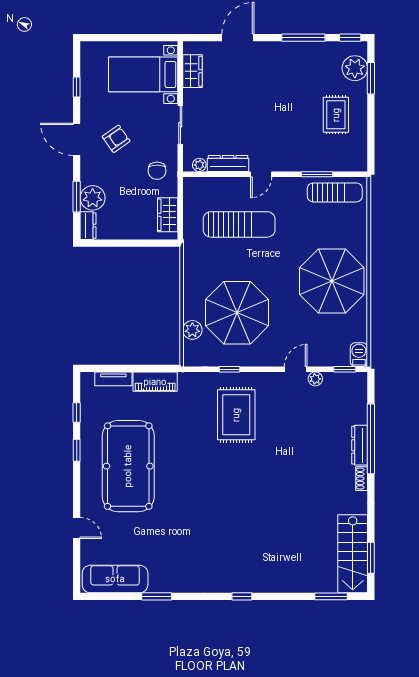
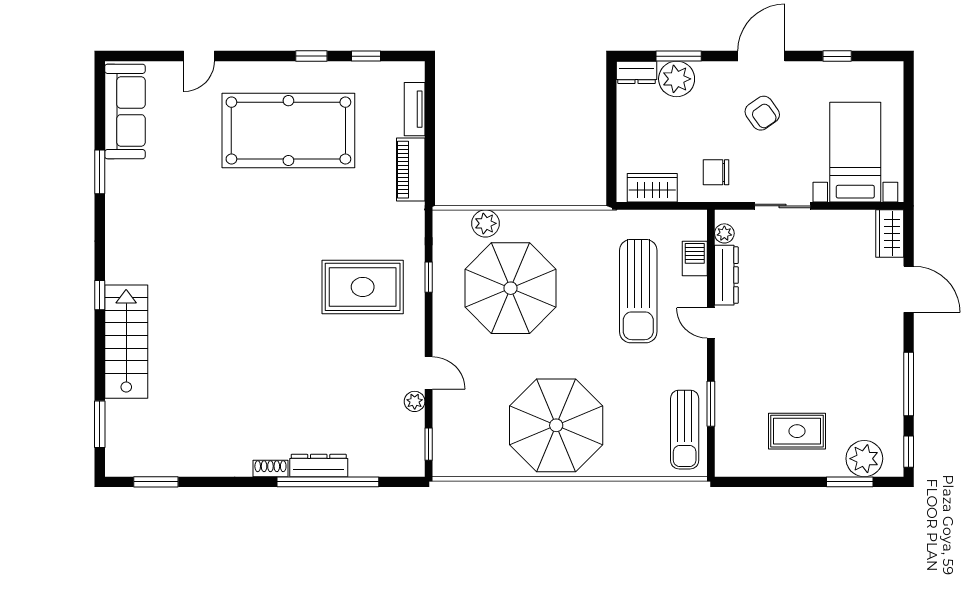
wardrobe: (192, 71) -> (890, 234), moved, turned 90
barbecue: (359, 355) -> (695, 259), moved, turned -90
stairs: (353, 554) -> (126, 342), moved, turned 90

